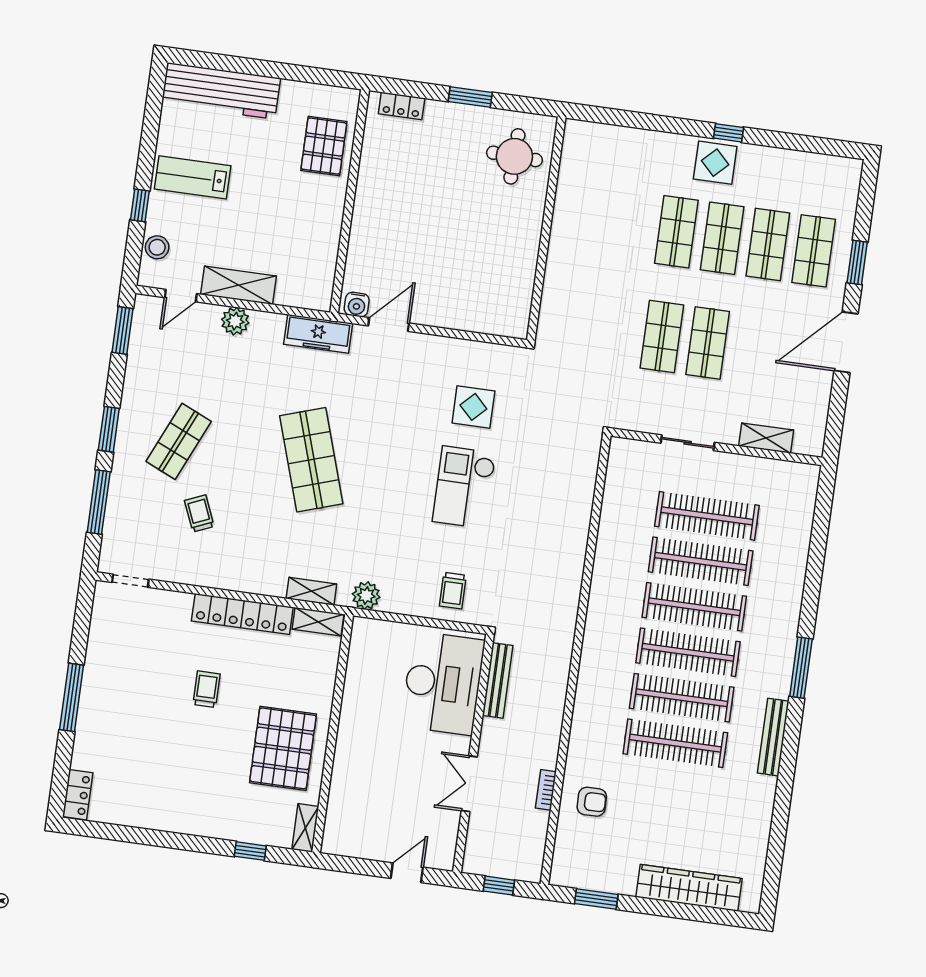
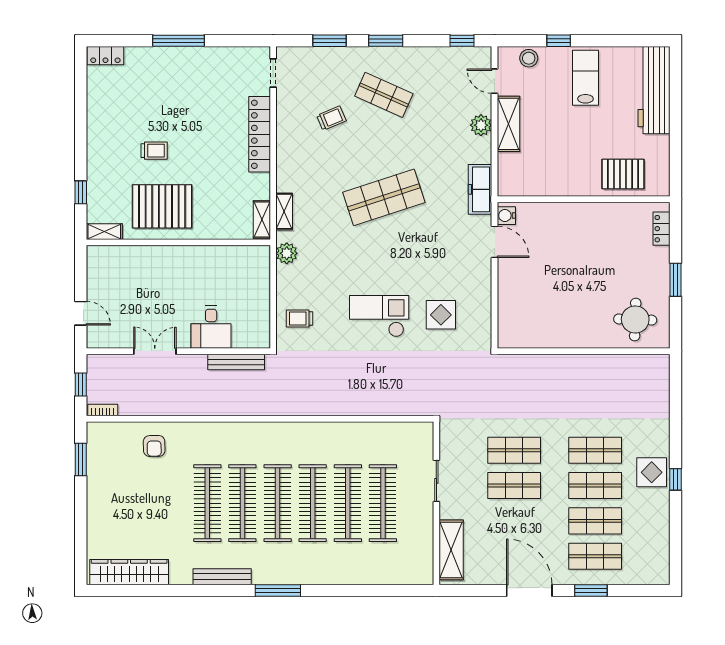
window: (123, 330) -> (462, 41), width x0.67
shelving: (766, 438) -> (451, 550), width x1.50, depth x1.33
window: (99, 502) -> (329, 41), width x0.69
locker: (242, 614) -> (260, 134), moved
desk: (443, 683) -> (211, 327), width x0.53, depth x0.77
trolley: (207, 689) -> (154, 151), moved
bookcase: (546, 790) -> (103, 410), moved
wardrobe: (689, 888) -> (129, 572), moved, turned -90

